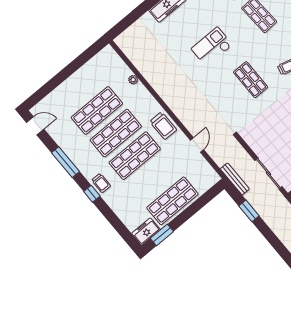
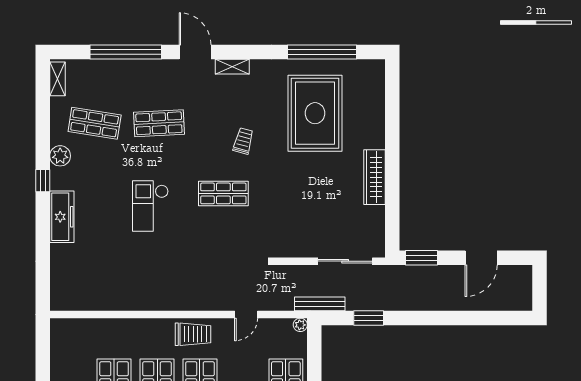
plant: (133, 80) -> (300, 325), moved
door: (197, 145) -> (246, 314), swing flipped

